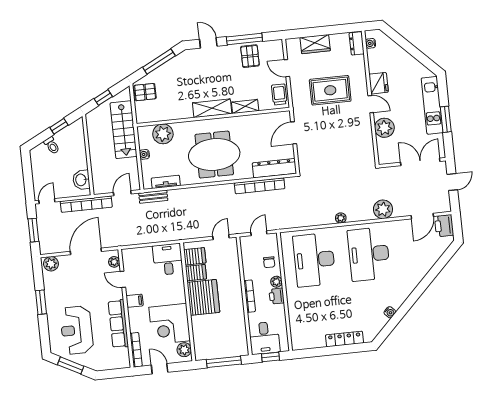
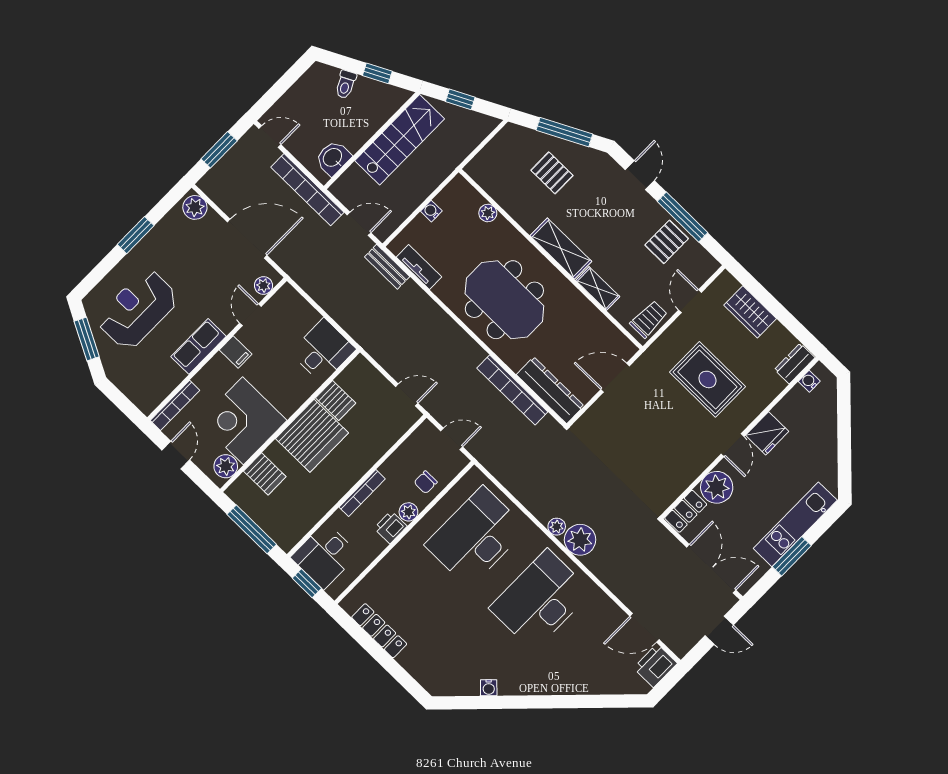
pallet: (145, 92) -> (552, 173), moved
stairs: (124, 130) -> (400, 140), moved, turned 180
plant: (163, 134) -> (488, 213), width x0.53, depth x0.53
locker: (384, 152) -> (686, 511), added
plant: (383, 209) -> (580, 540), moved
server rack: (195, 256) -> (265, 474), moved
row of seats: (118, 324) -> (198, 346), width x0.68
locker: (344, 339) -> (379, 631), moved

